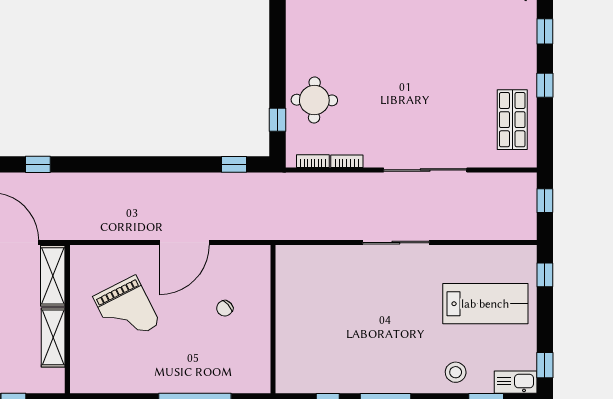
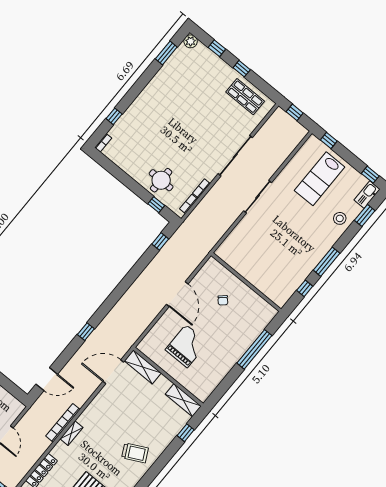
lab bench: (485, 304) -> (320, 179), turned 180
grand piano: (127, 310) -> (187, 346), turned -63
shelving: (53, 337) -> (183, 400), moved

